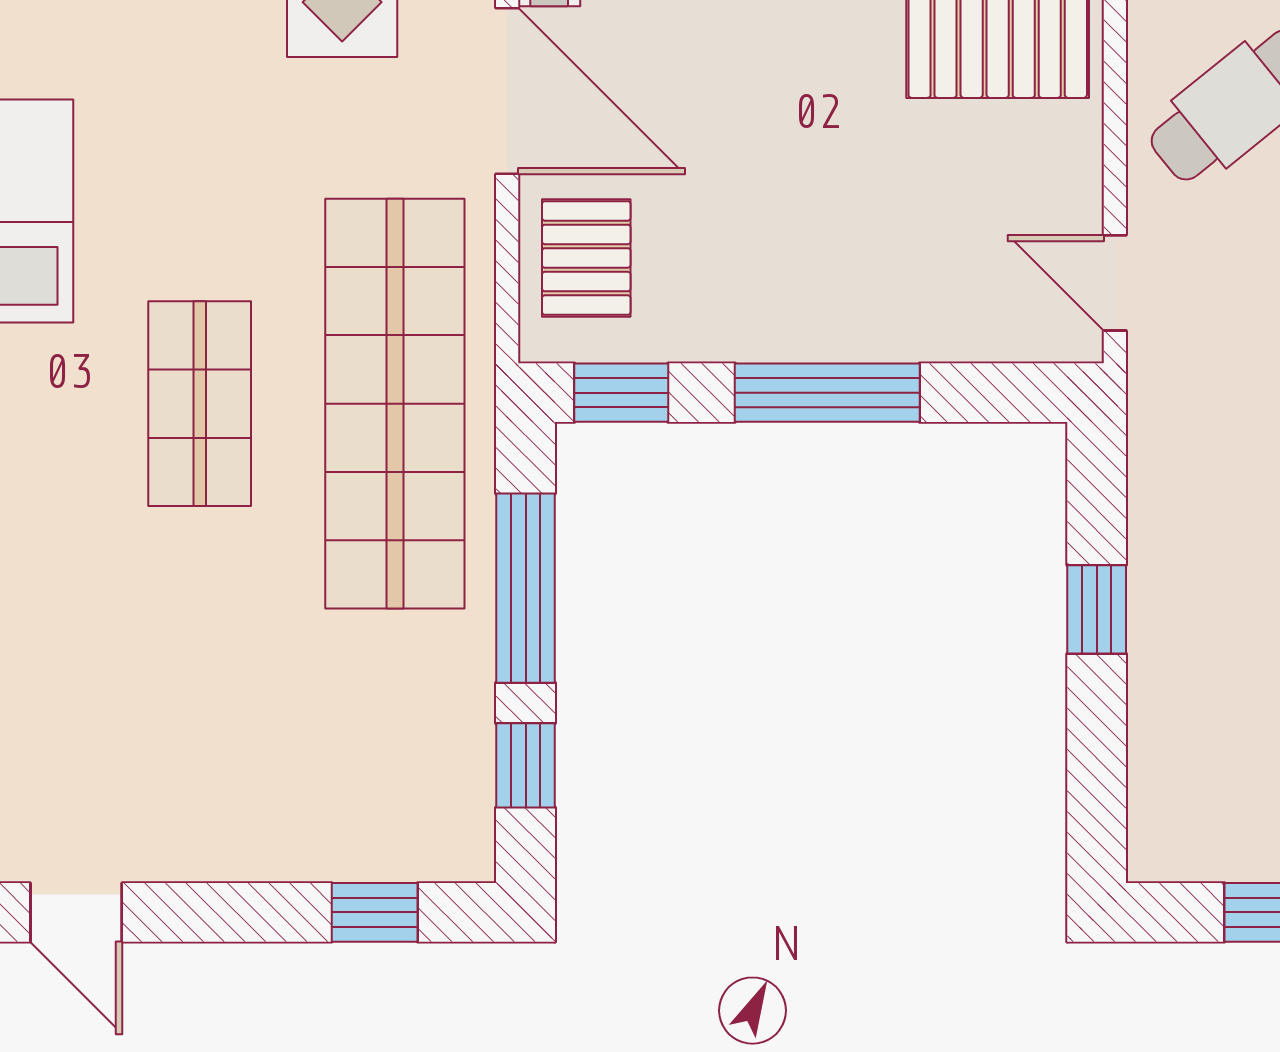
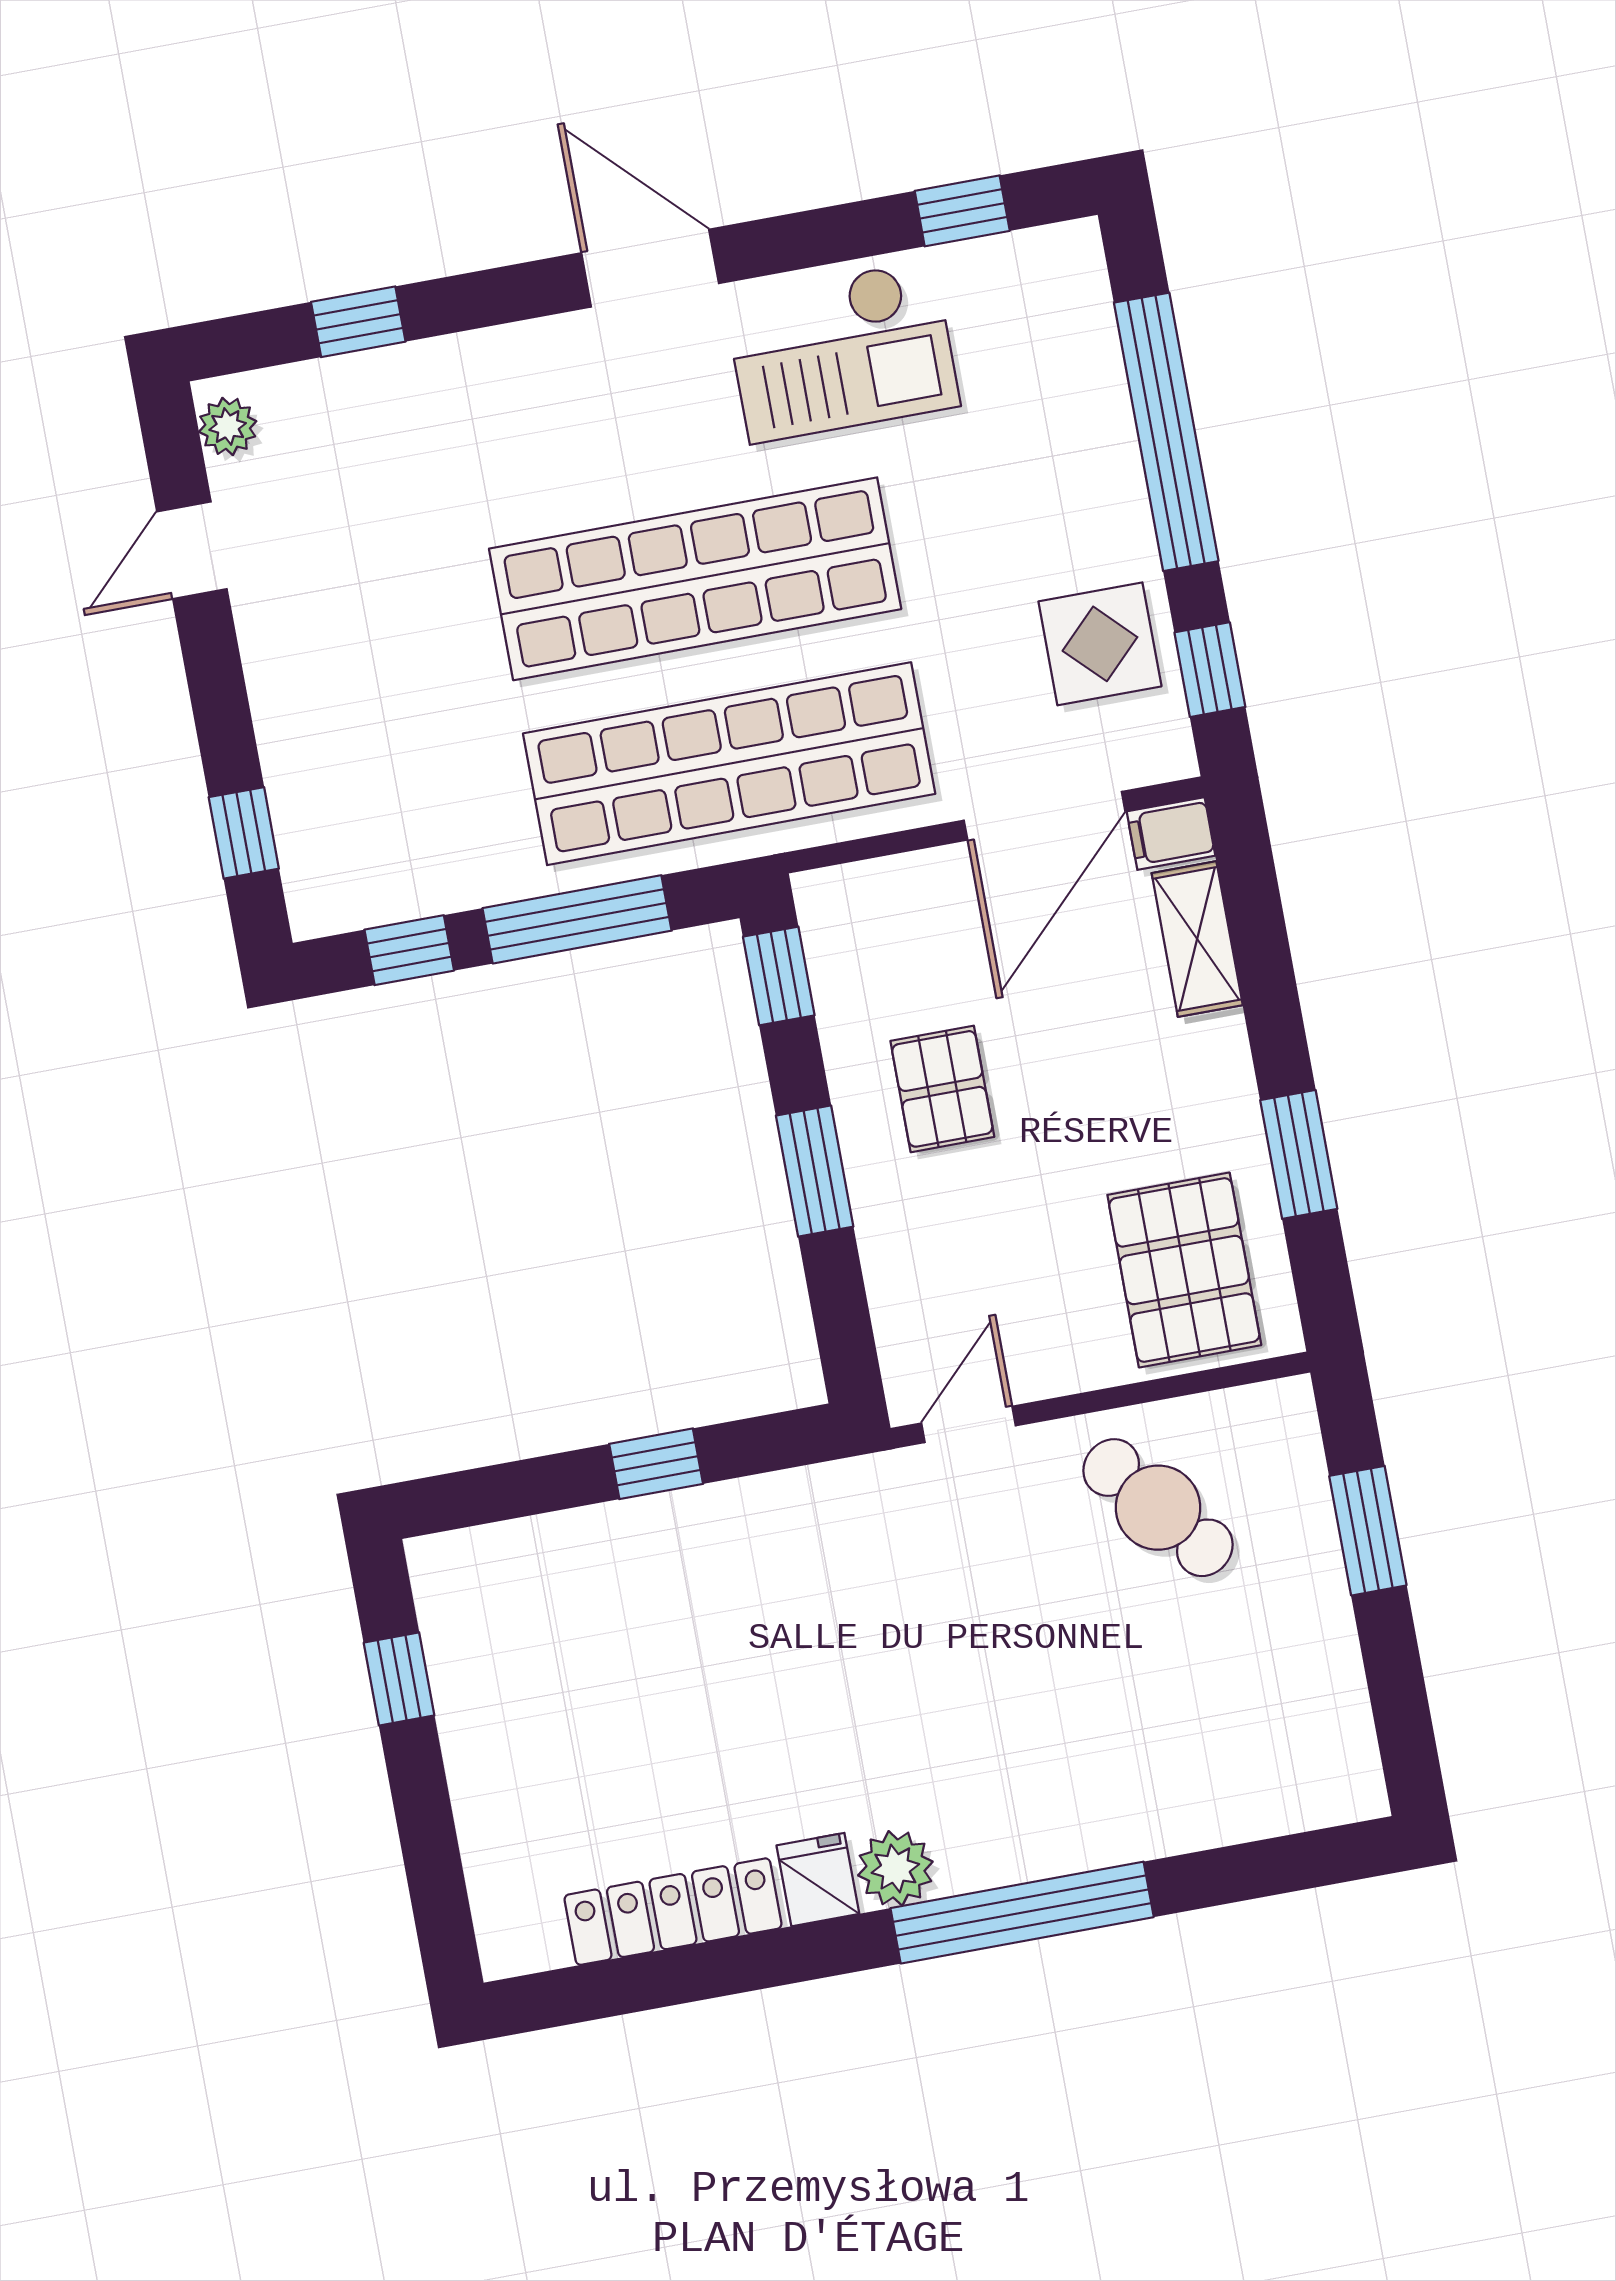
pallet: (586, 258) -> (942, 1089), moved, turned 90
window: (827, 393) -> (815, 1171), width x0.69
shop shelf: (200, 404) -> (695, 579), width x2.00, depth x1.36

